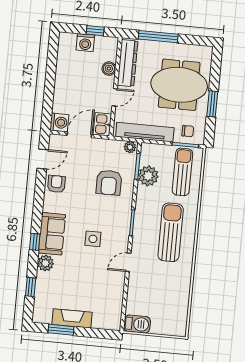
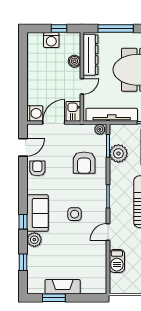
barbecue: (137, 324) -> (117, 261), moved, turned 90

